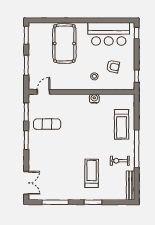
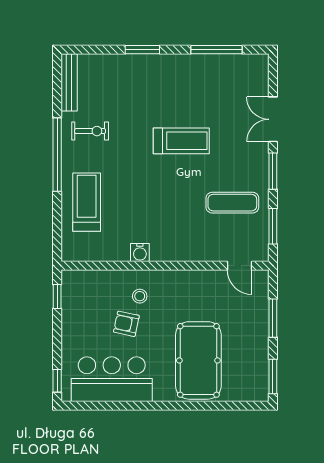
armchair: (113, 67) -> (126, 324), moved
door: (43, 92) -> (239, 266), hinge flipped
treadmill: (92, 173) -> (181, 141), moved, turned -90
double door: (26, 183) -> (273, 119), moved

